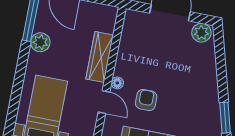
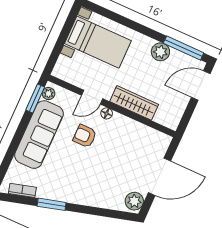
armchair: (146, 100) -> (85, 136), turned 180

